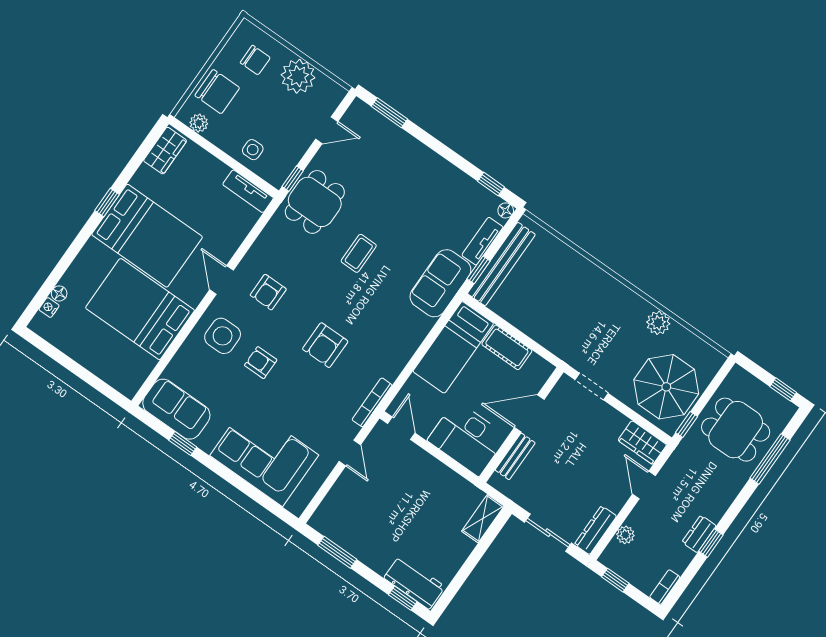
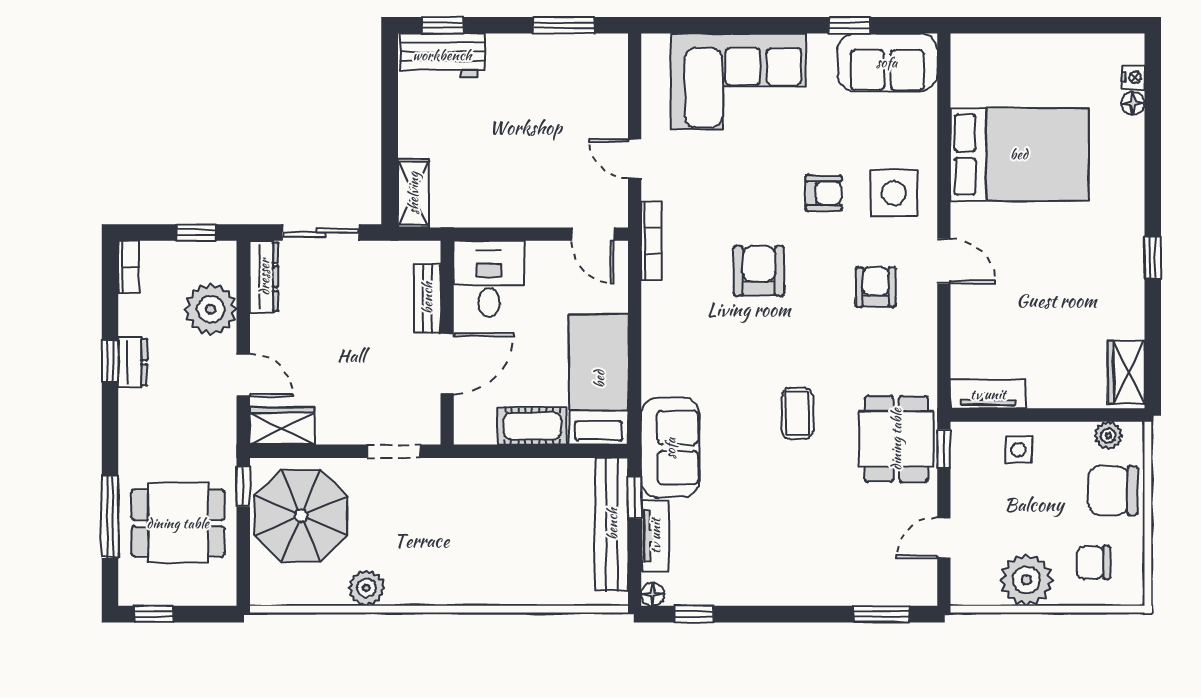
bed: (147, 236) -> (1074, 251), removed
desk: (467, 438) -> (489, 279), width x0.73
plant: (625, 535) -> (211, 309), width x1.87, depth x1.87

